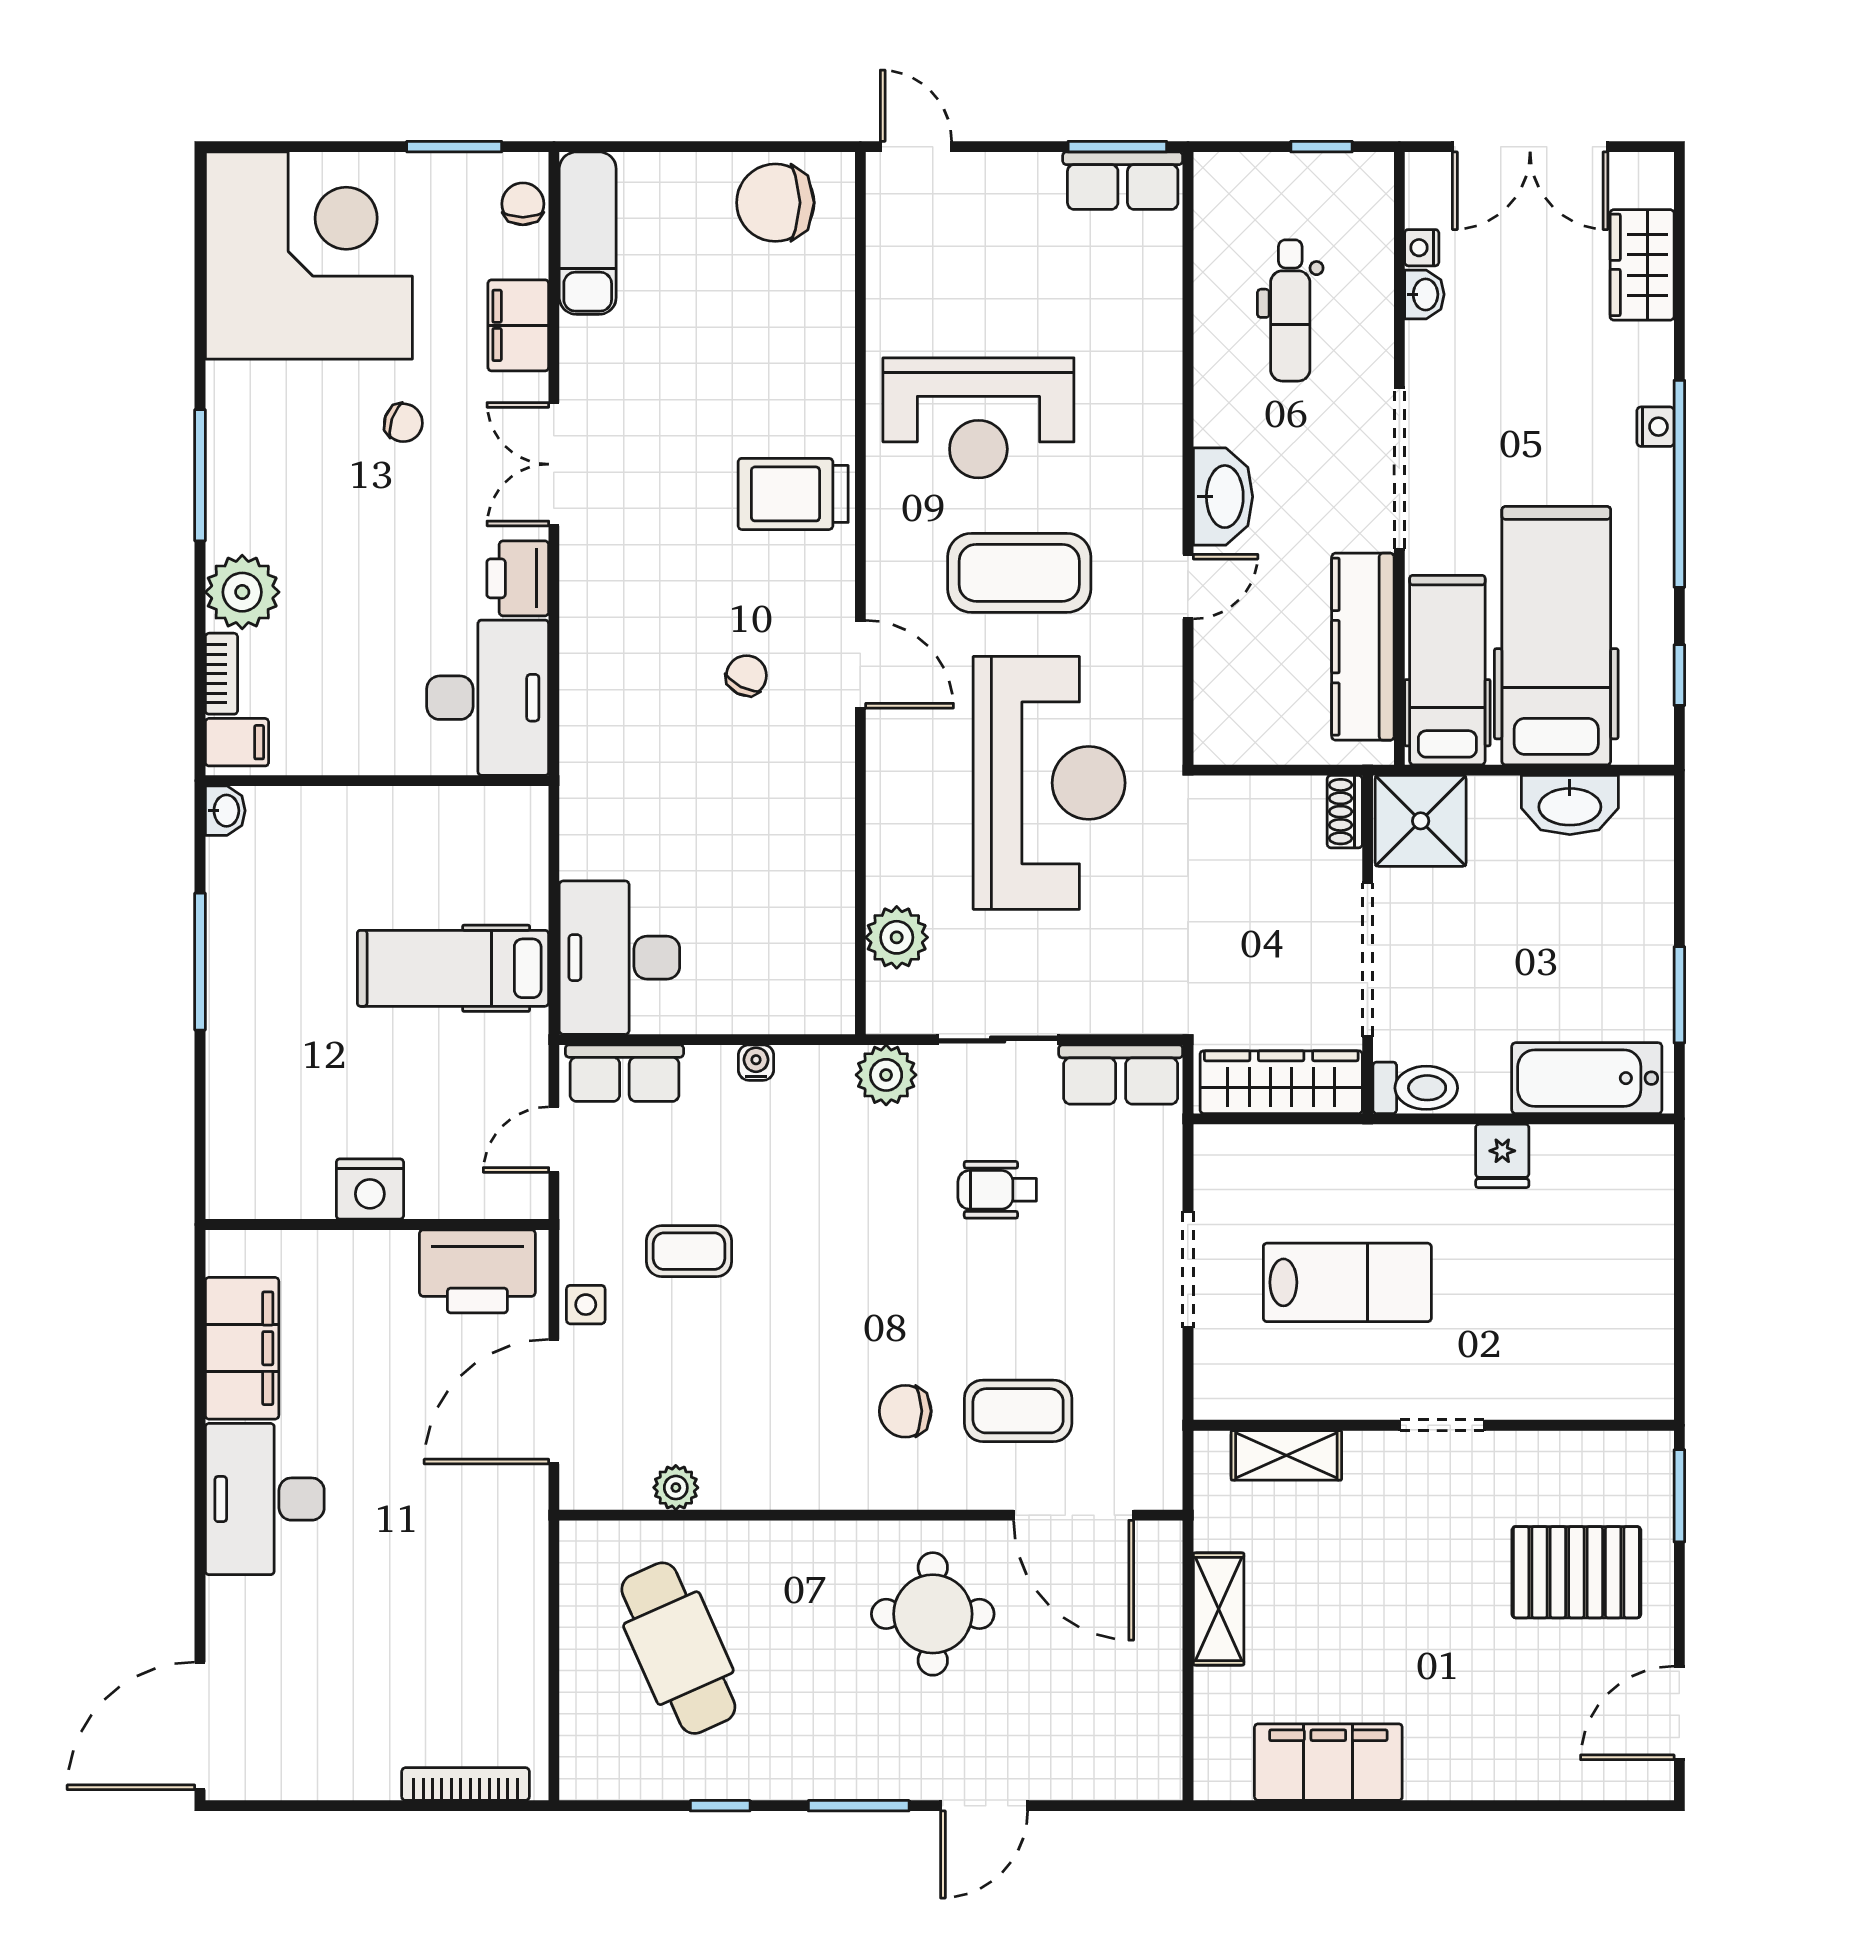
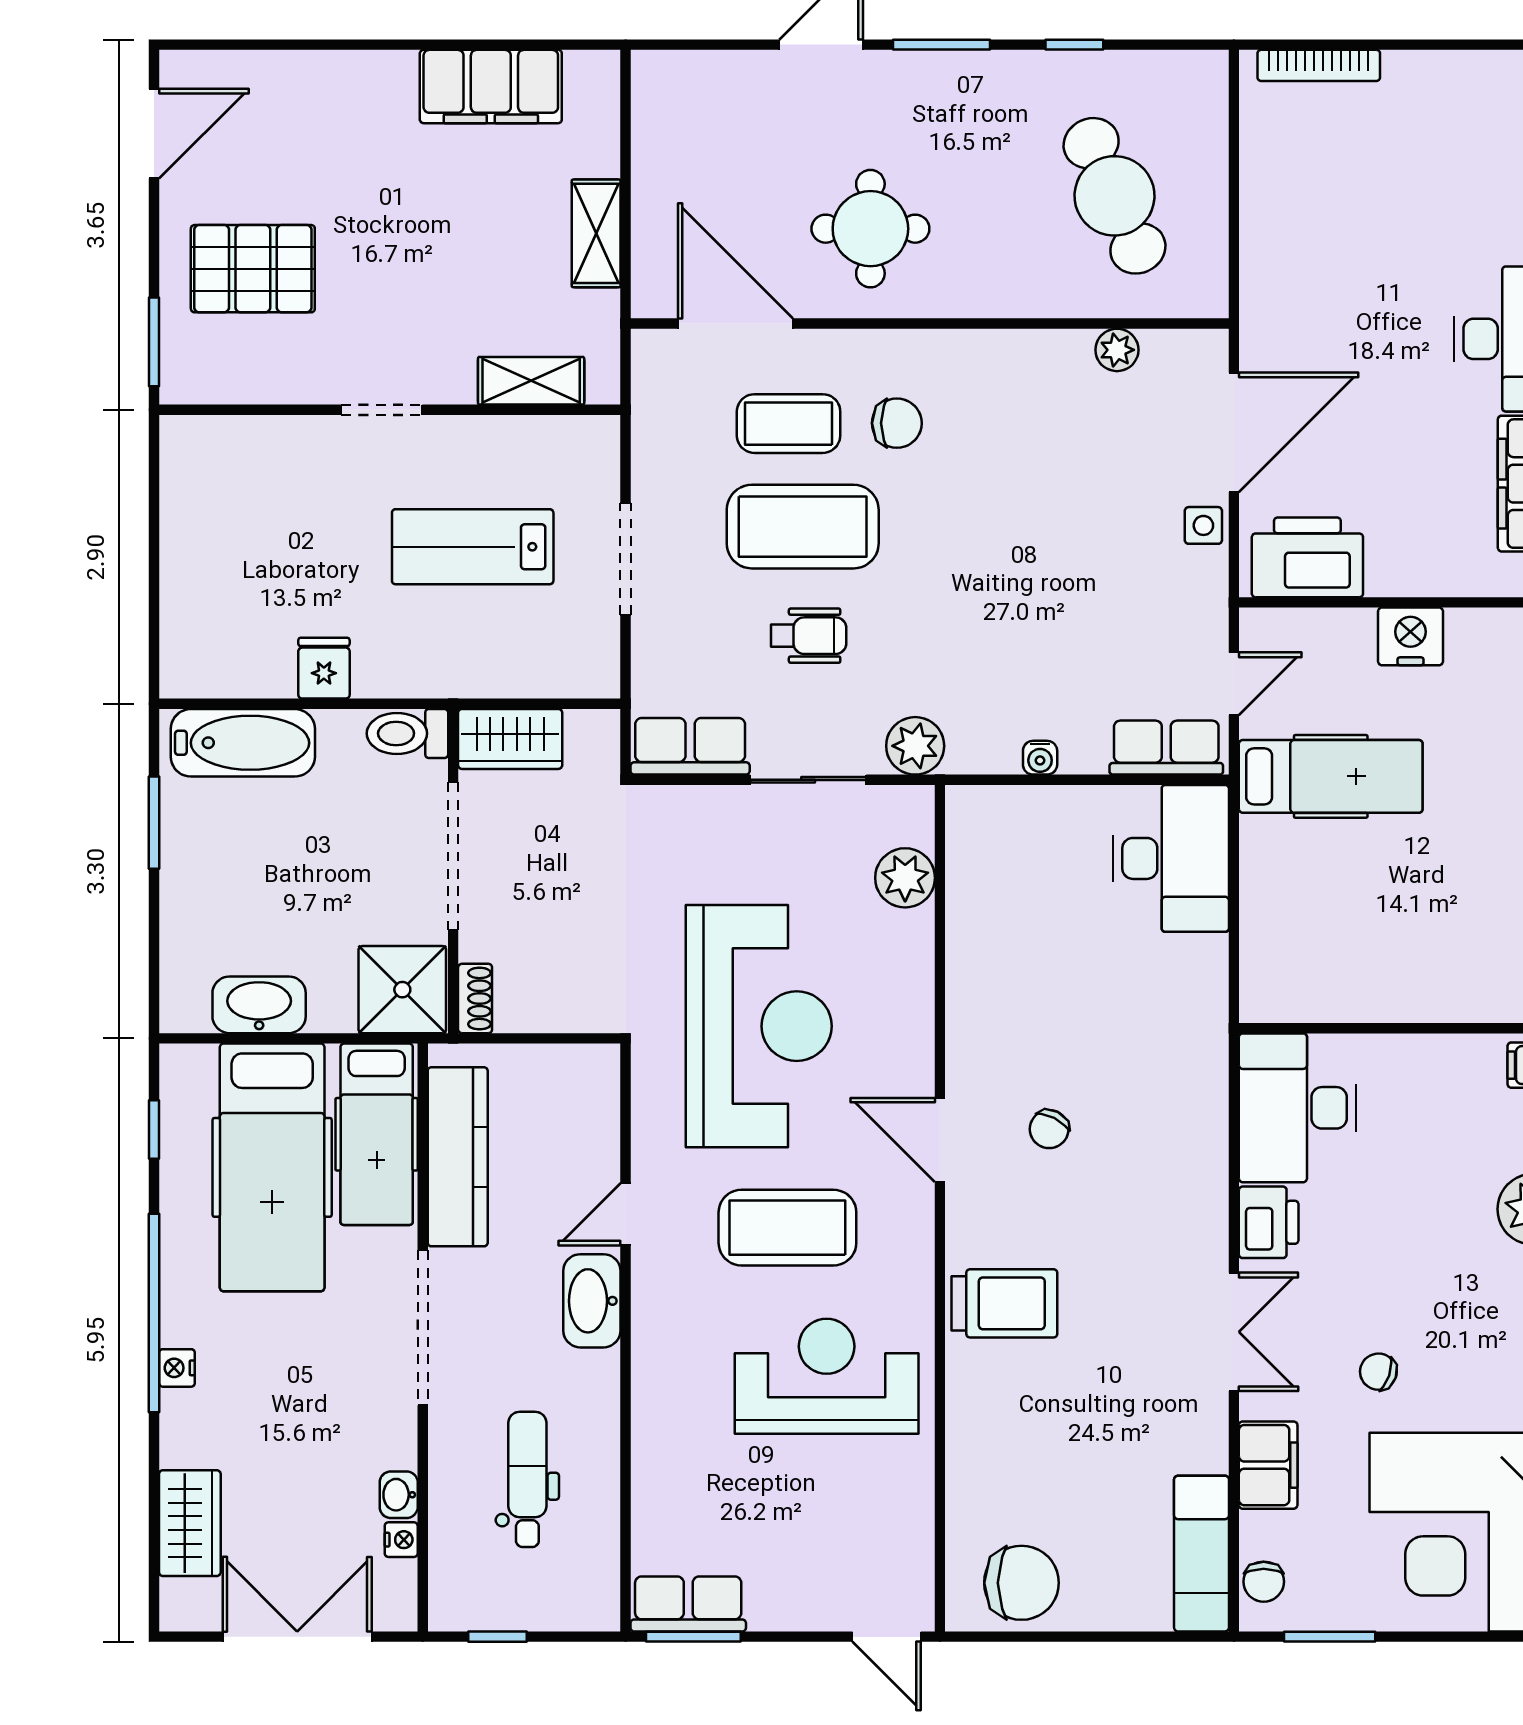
reception desk: (1049, 783) -> (759, 1026), turned 180
hospital bed: (453, 968) -> (1331, 776), moved
wardrobe: (1281, 1082) -> (510, 739), width x0.67
coffee table: (689, 1251) -> (803, 527), moved, width x1.86, depth x1.72

